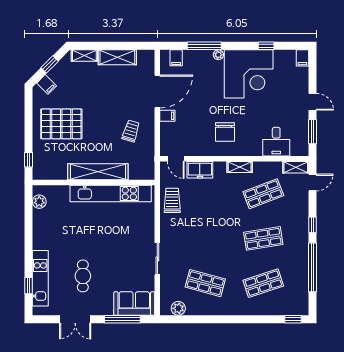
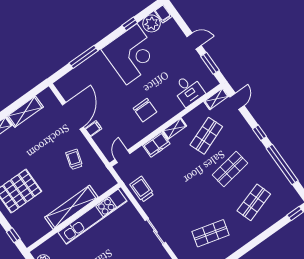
plant: (218, 55) -> (152, 23), moved, width x1.88, depth x1.88
filing cabinet: (176, 58) -> (69, 81), removed
door: (176, 159) -> (122, 156), swing flipped
freezer: (200, 170) -> (156, 144), moved
sliding door: (157, 259) -> (155, 232), moved

